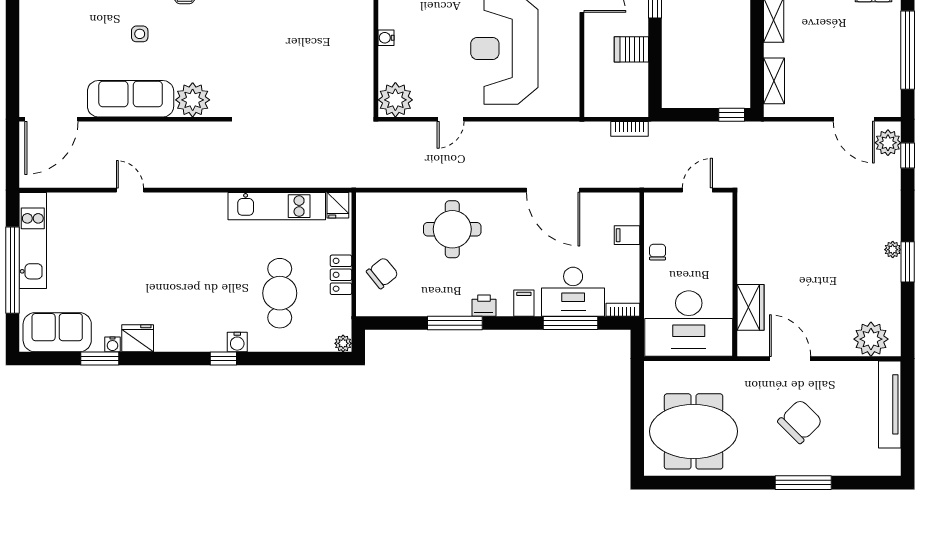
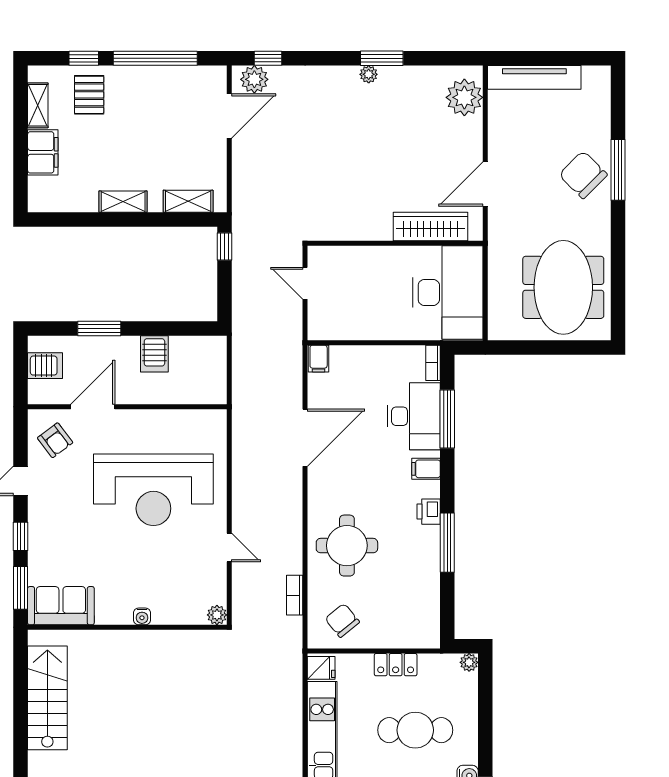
plant: (395, 100) -> (217, 615), width x0.53, depth x0.53
bookcase: (629, 129) -> (295, 595), moved, turned 180
filing cabinet: (627, 235) -> (319, 359), moved
chair: (658, 252) -> (371, 326), removed
chair: (382, 273) -> (342, 620), moved
wardrobe: (750, 307) -> (430, 226), width x1.50
chair: (800, 421) -> (583, 175), moved

